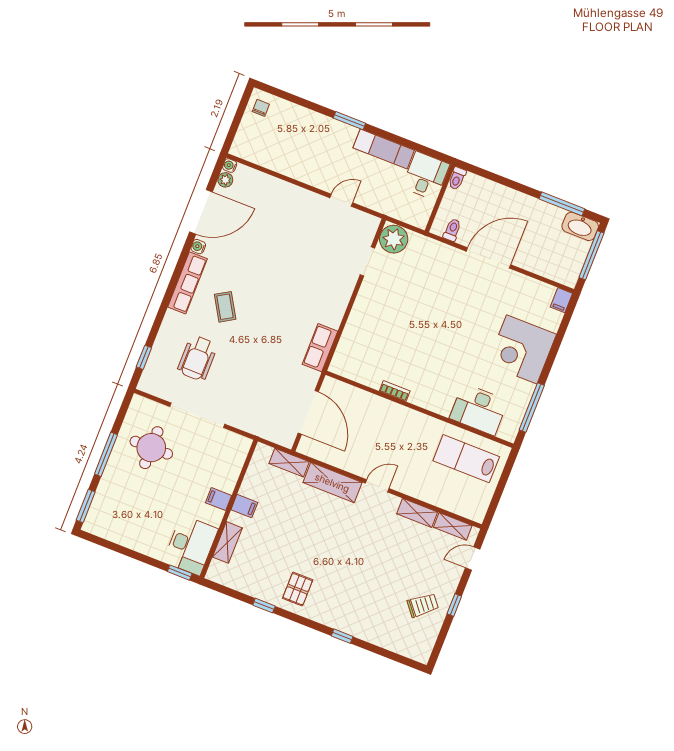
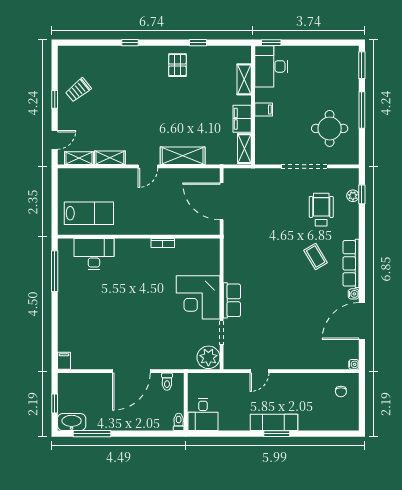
chair: (261, 108) -> (341, 391), moved
exam couch: (384, 149) -> (274, 422), moved
plant: (225, 180) -> (353, 196), moved
window: (591, 255) -> (55, 404), width x0.46
row of seats: (320, 348) -> (232, 300), moved
corner desk: (522, 349) -> (198, 297), moved, turned 180
shelving: (289, 463) -> (244, 149), moved, turned 90
filing cabinet: (244, 506) -> (242, 119), width x2.00

